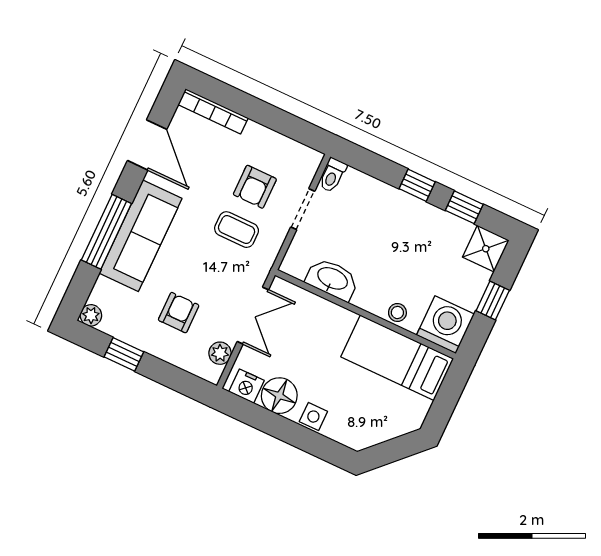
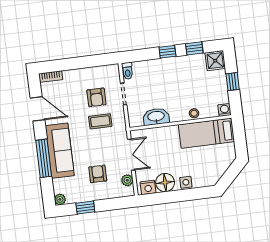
bookcase: (213, 111) -> (51, 77), width x0.64
washing machine: (445, 325) -> (225, 110), width x0.53, depth x0.53

